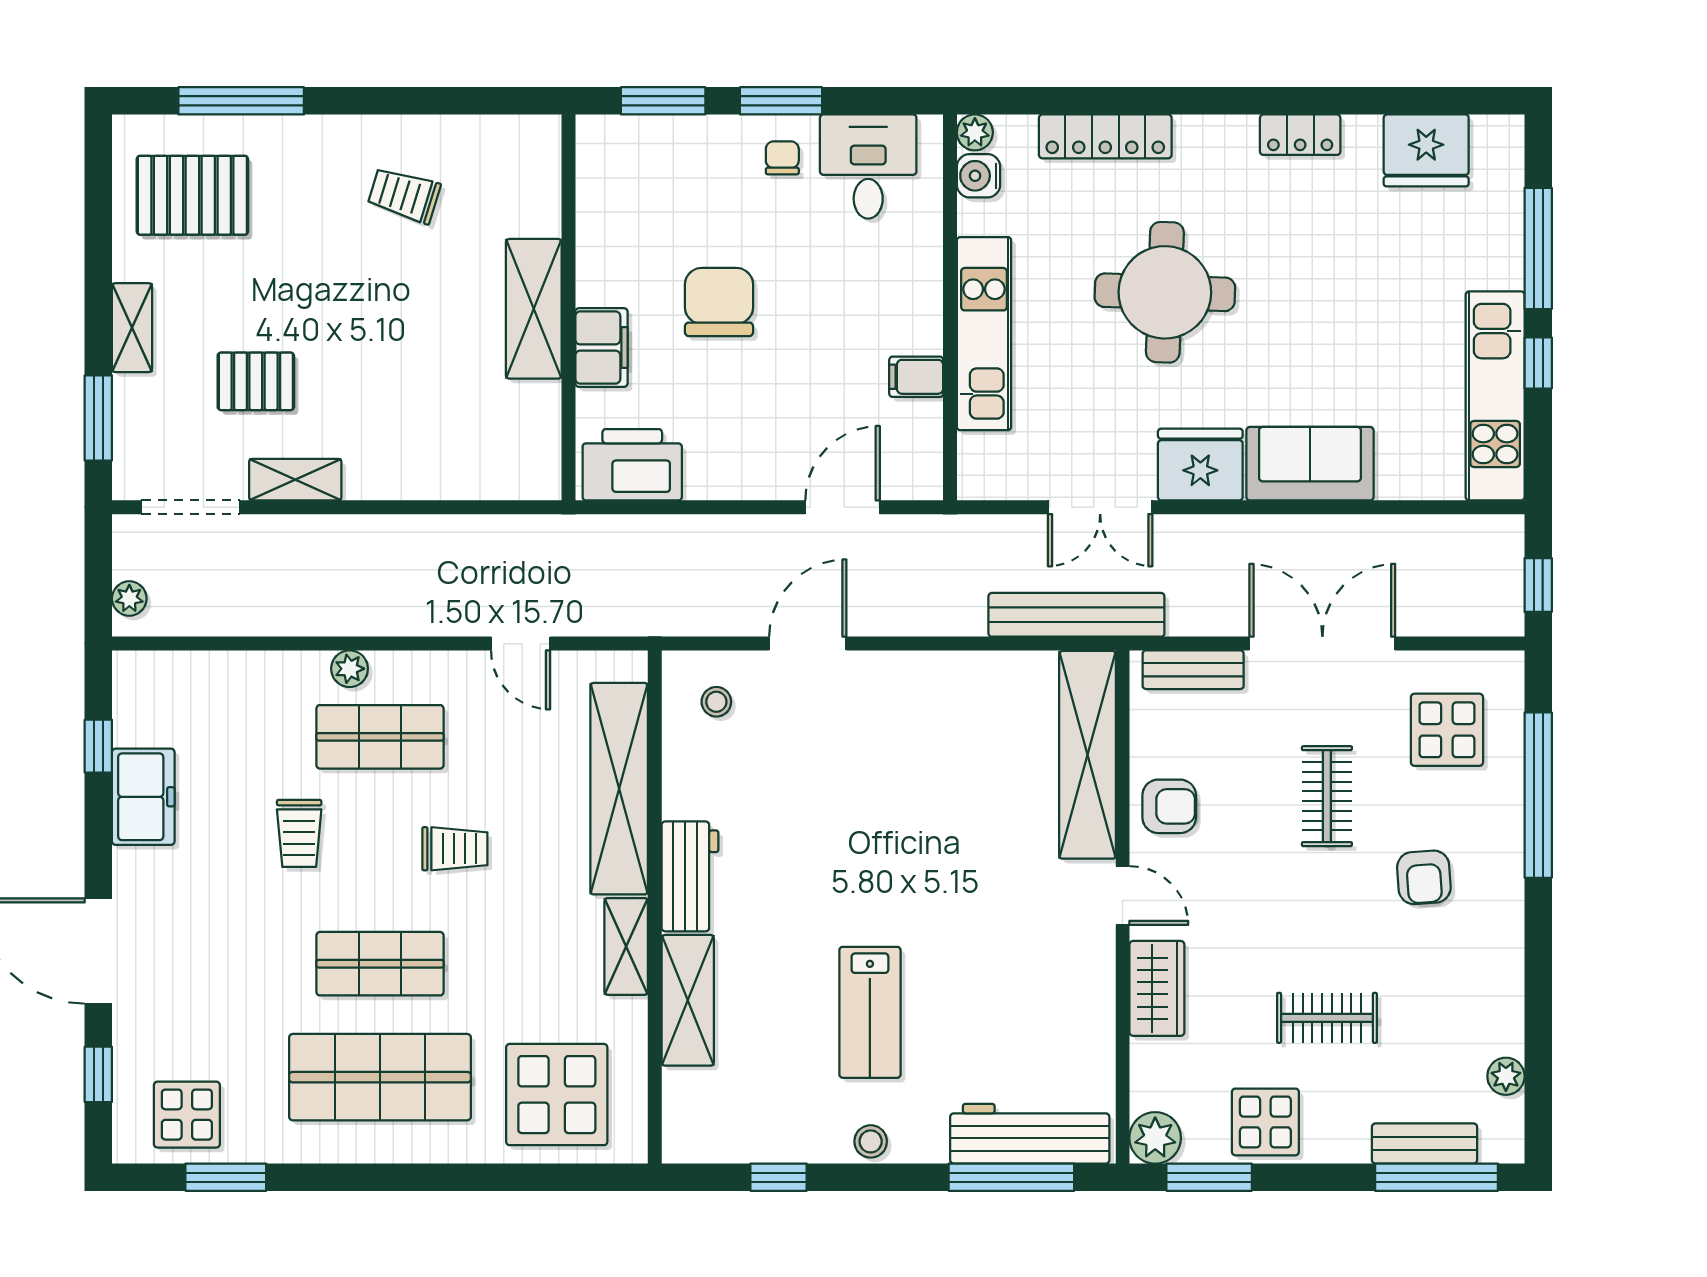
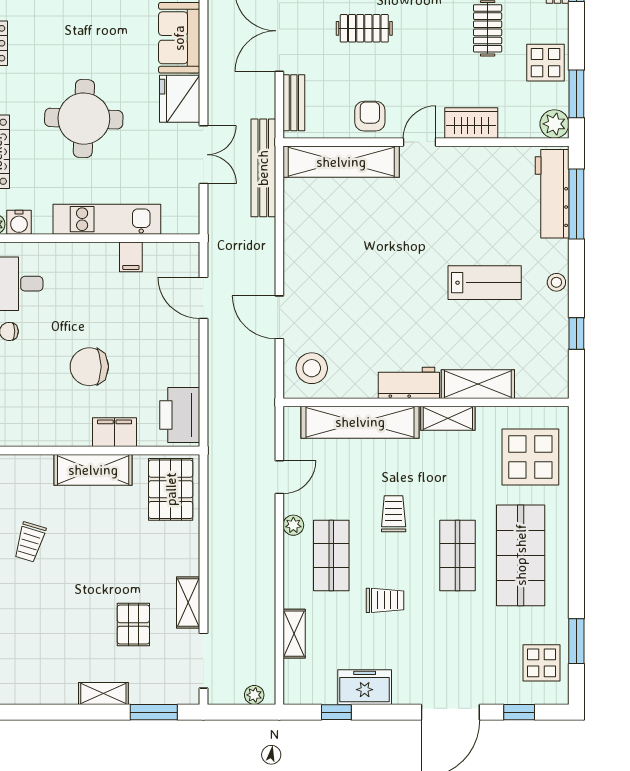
pallet: (192, 195) -> (171, 489), moved
plant: (350, 669) -> (293, 525), moved
shelving: (239, 670) -> (294, 634), added
stool: (716, 702) -> (312, 368), width x1.89, depth x1.89

